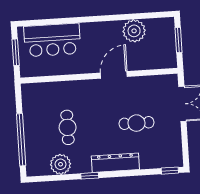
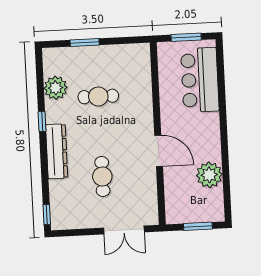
window: (21, 140) -> (85, 42), width x0.47

